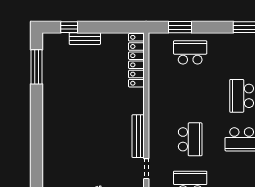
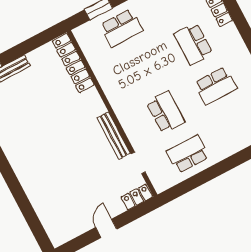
school desk: (190, 52) -> (121, 28), turned 180

